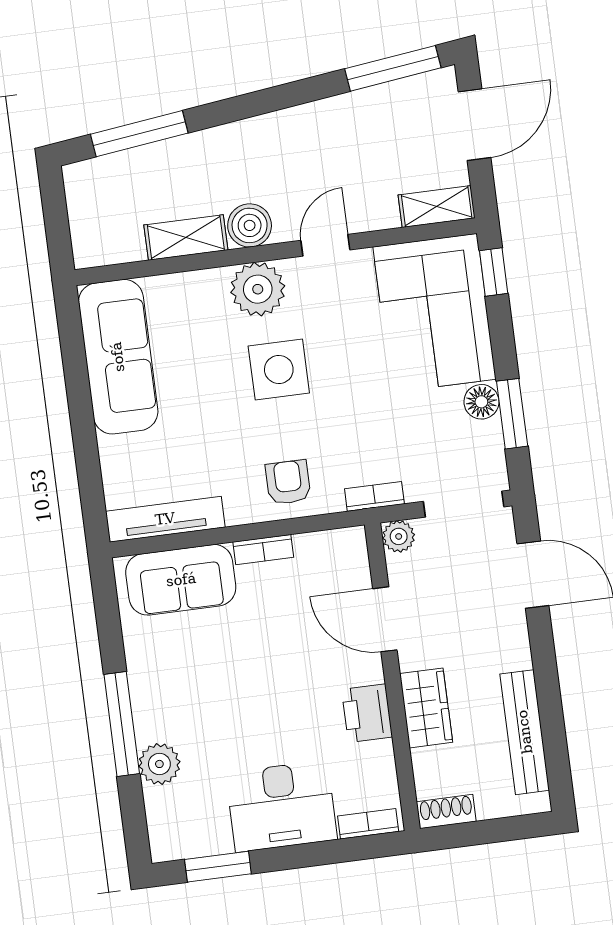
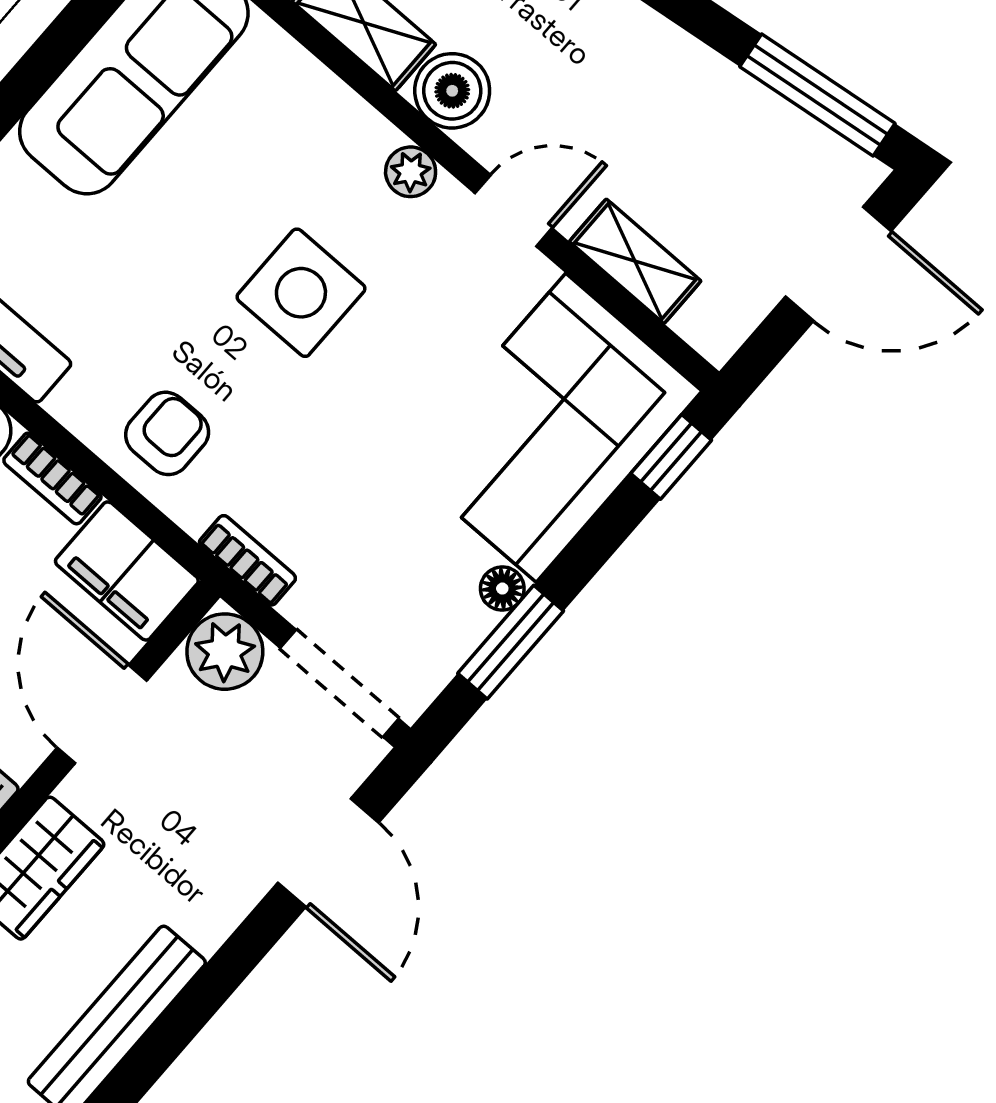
shelving: (437, 206) -> (635, 261), moved
plant: (258, 289) -> (411, 172), width x0.53, depth x0.53
floor lamp: (481, 402) -> (502, 589), width x0.73, depth x0.73
plant: (399, 536) -> (225, 652), width x1.38, depth x1.38
filing cabinet: (332, 553) -> (127, 571), added

